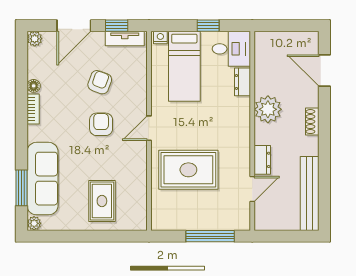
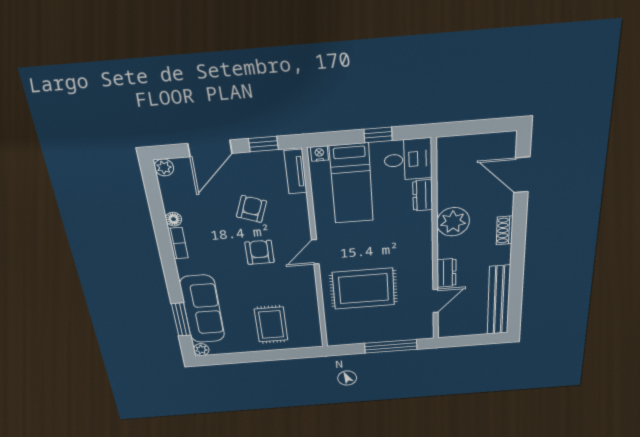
tv unit: (125, 39) -> (296, 172), moved, turned 90

